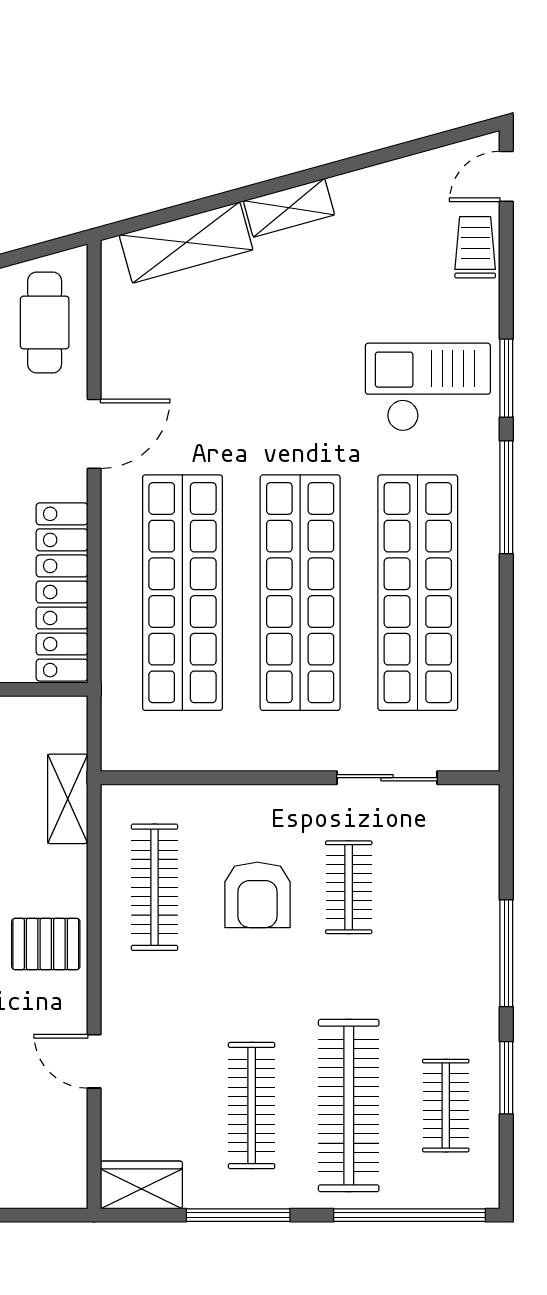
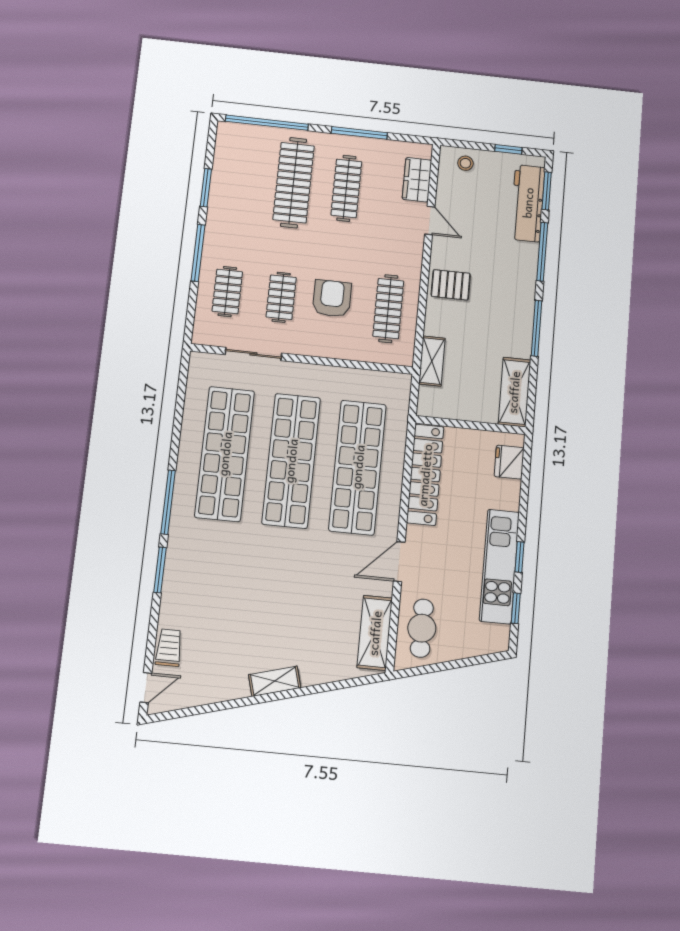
shelving: (186, 242) -> (375, 633), moved, turned -75
trolley: (475, 247) -> (169, 648), turned 180
checkout: (428, 387) -> (206, 569), removed
clothes rail: (446, 1106) -> (227, 292), moved
stool: (38, 1179) -> (465, 163), added
wardrobe: (141, 1185) -> (417, 180), moved, turned 90

